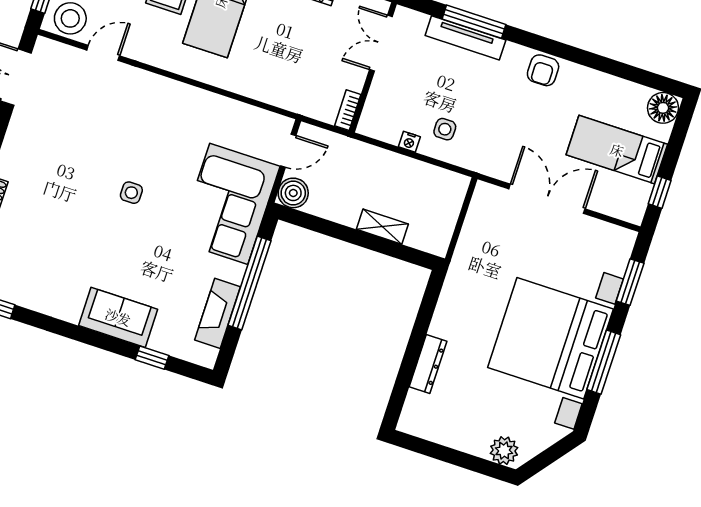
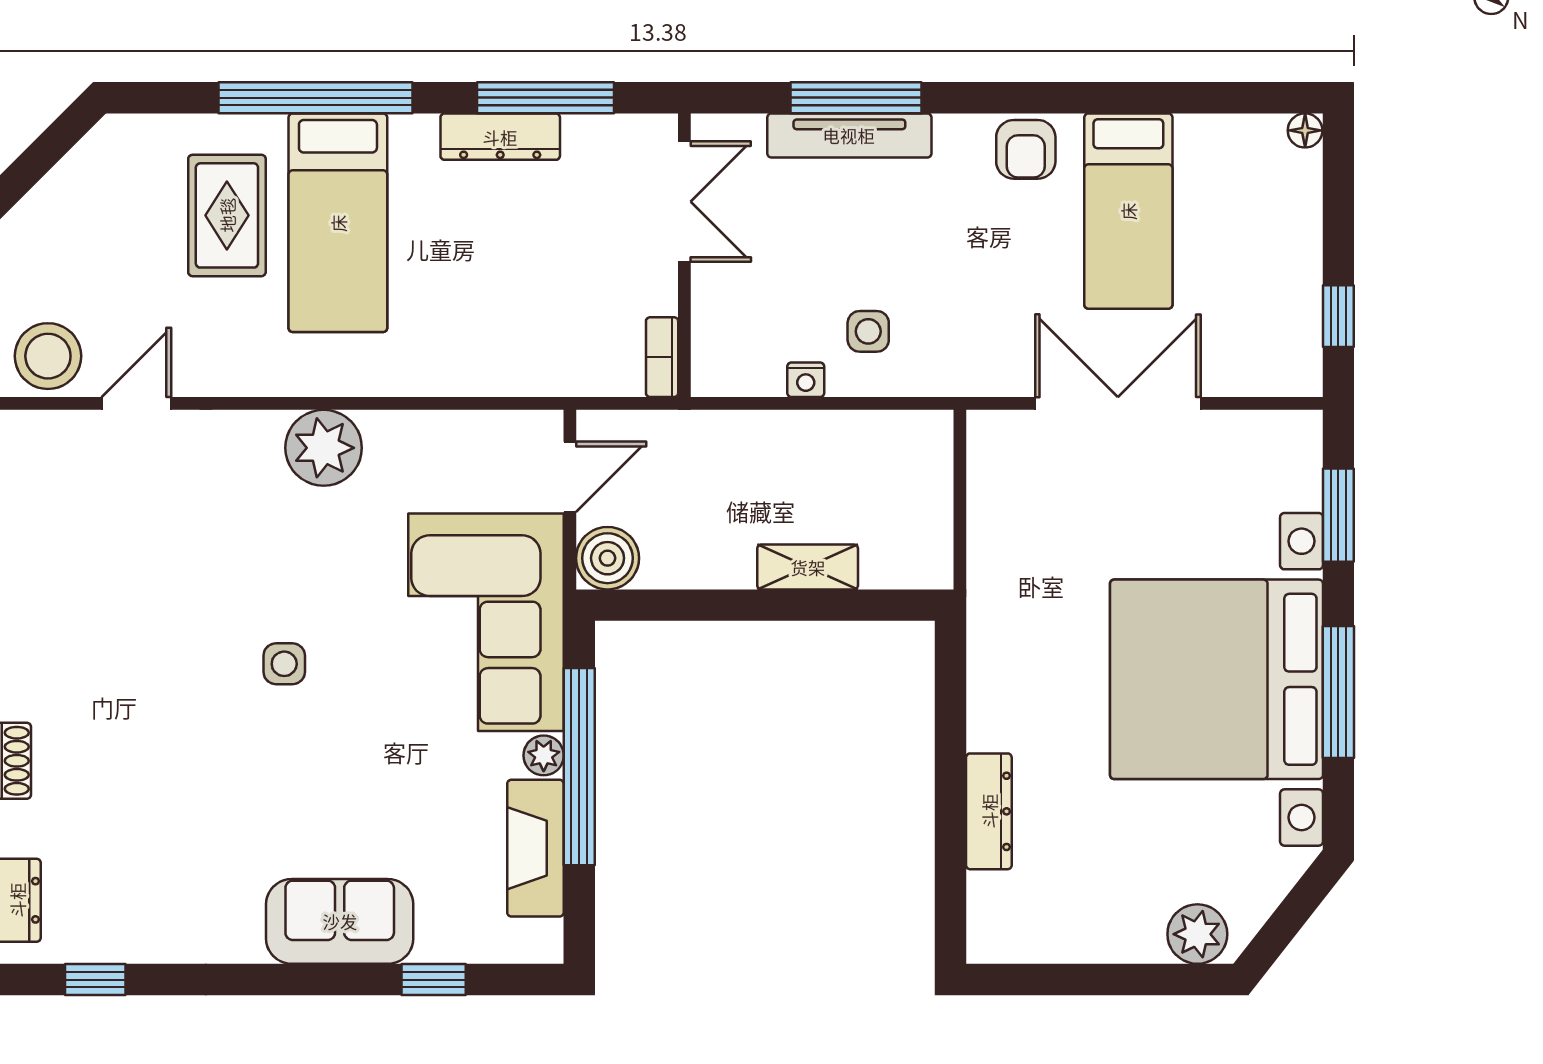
double door: (381, 43) -> (684, 202), swing flipped
plant: (181, 101) -> (324, 448), added
floor lamp: (663, 108) -> (1305, 130), width x0.53, depth x0.53
bed: (617, 150) -> (1128, 211), moved, turned -90
plant: (235, 273) -> (544, 755), added

